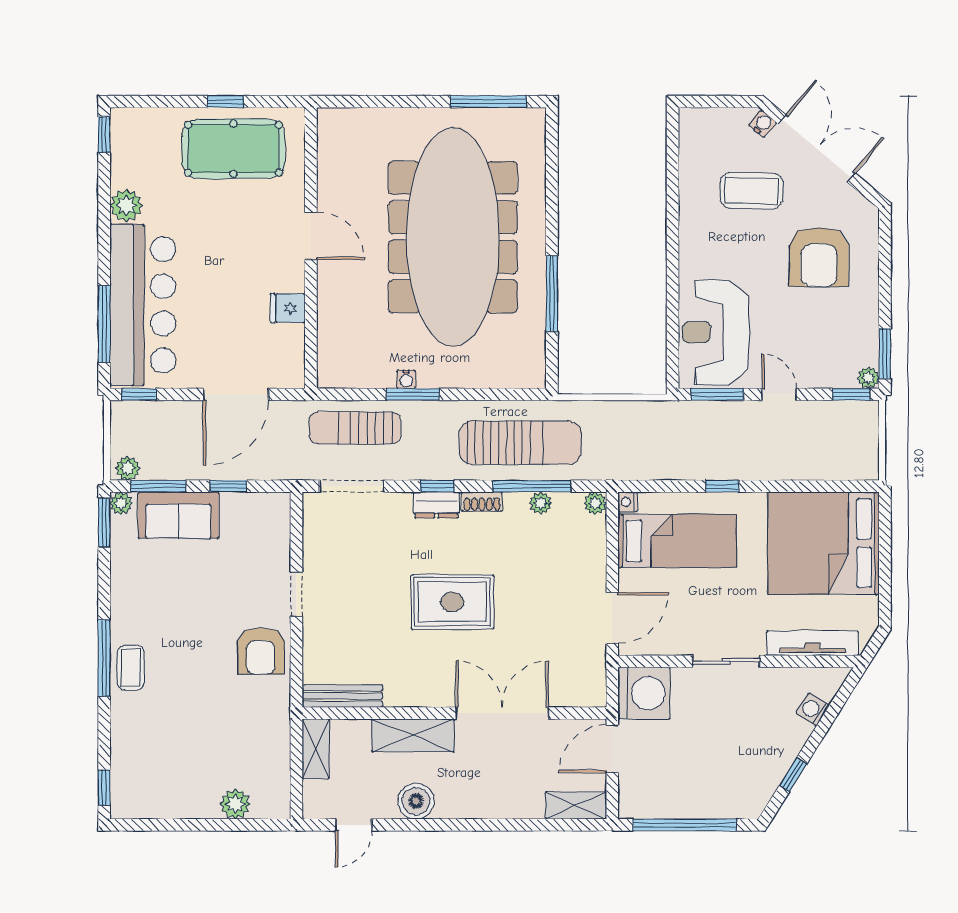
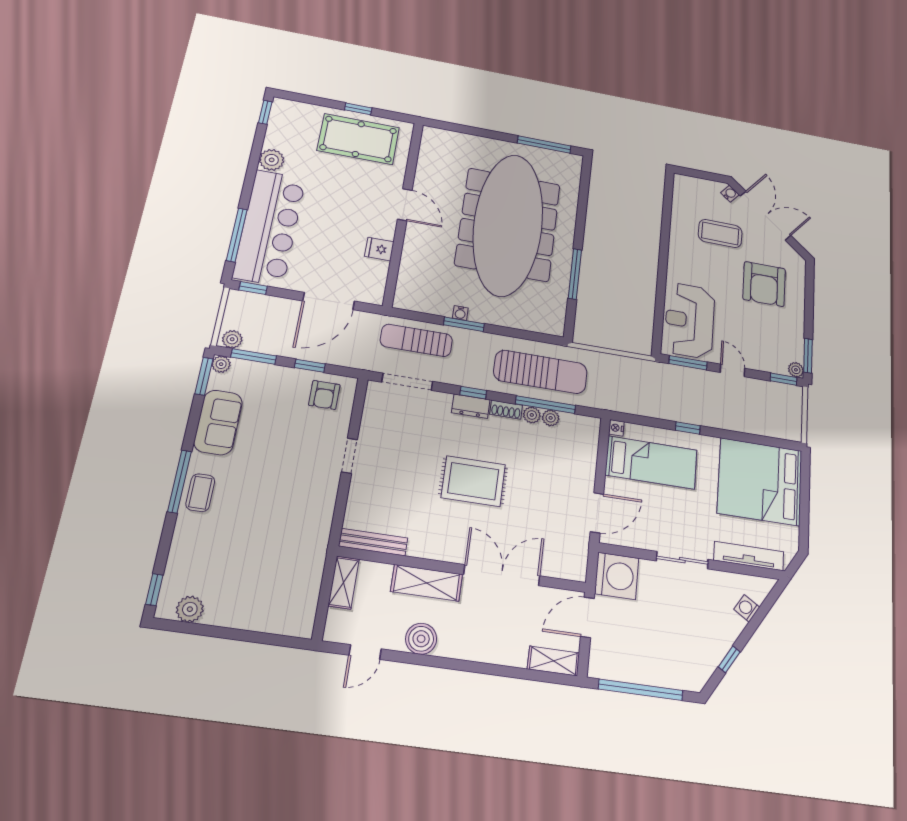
plant: (595, 503) -> (532, 415), moved
sofa: (178, 515) -> (218, 422), moved, turned -90
armchair: (261, 651) -> (324, 395), moved, width x0.72, depth x0.72
plant: (235, 804) -> (190, 609), moved

